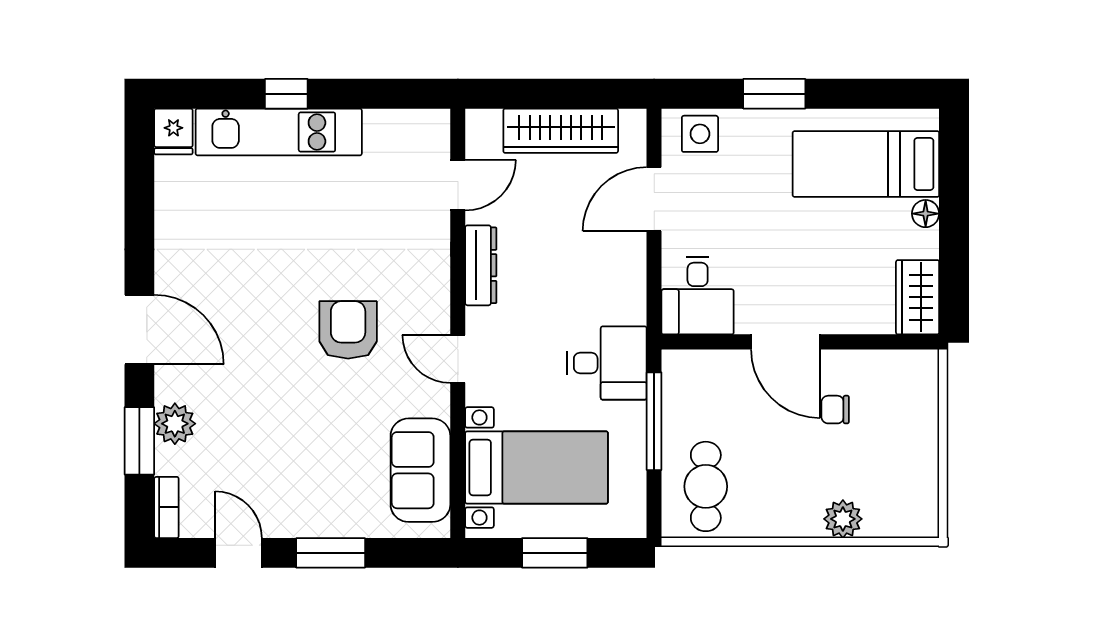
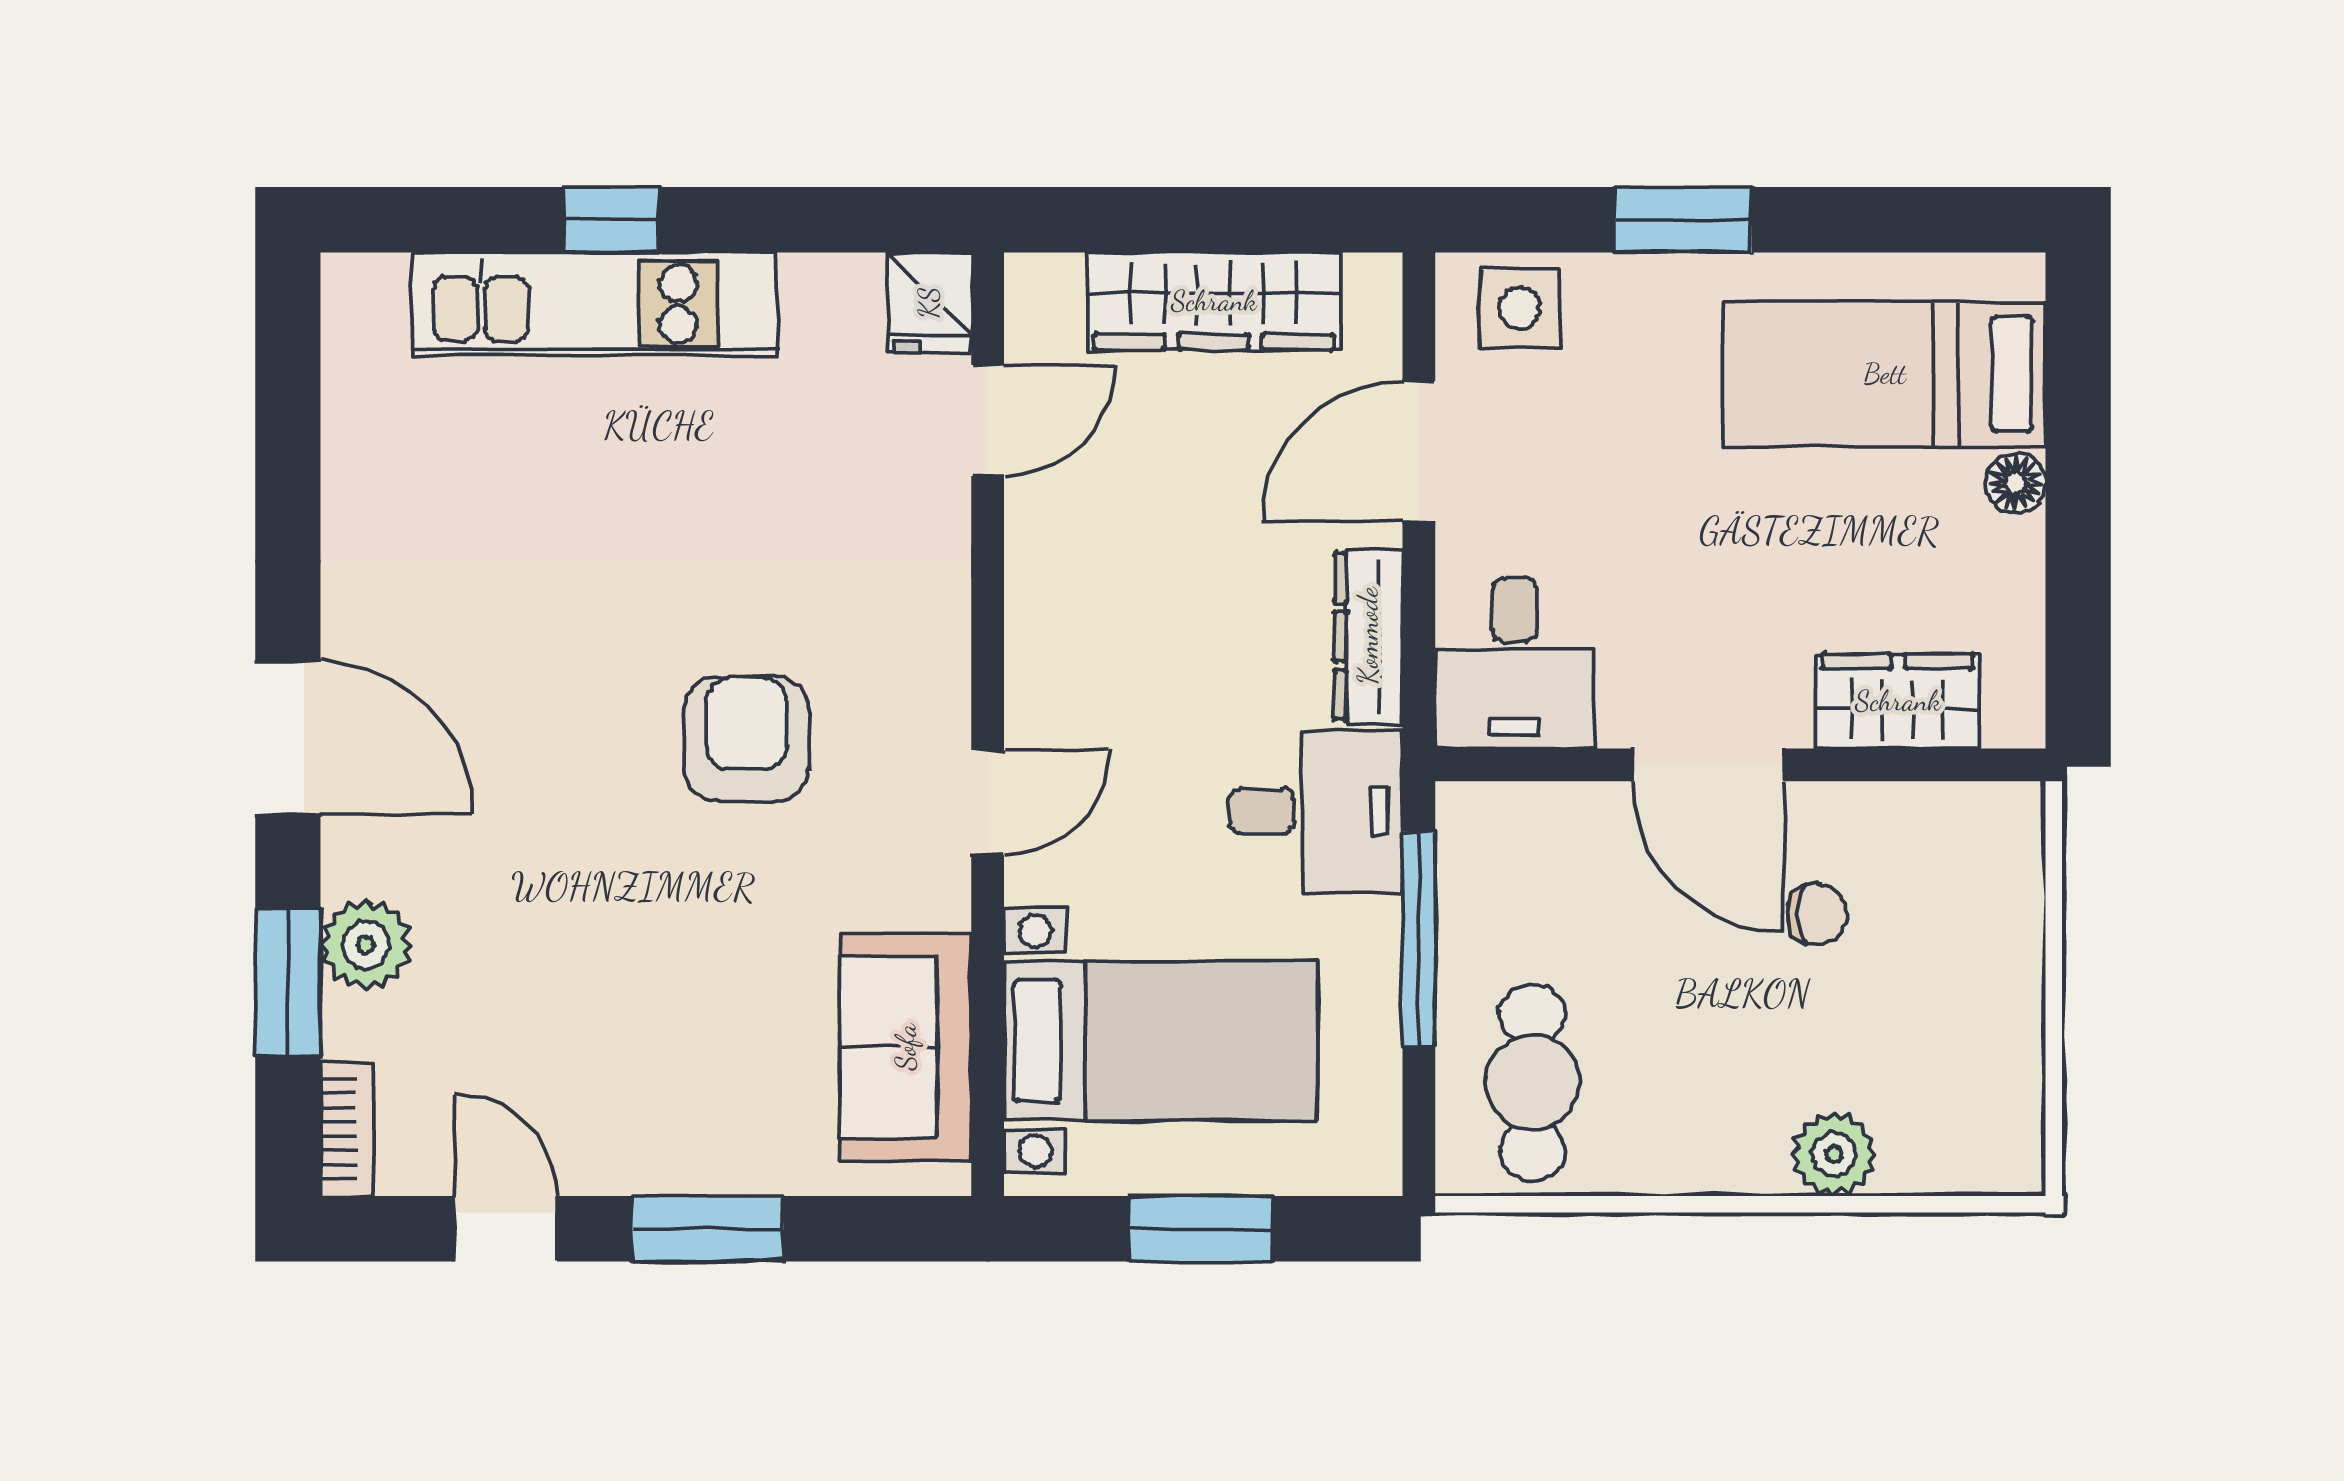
fridge: (173, 132) -> (929, 303), moved
dresser: (481, 265) -> (1368, 636), moved, turned 180
wardrobe: (918, 297) -> (1898, 701), moved, turned 90
door: (458, 359) -> (988, 802), swing flipped
chair: (835, 410) -> (1817, 914), turned 180

